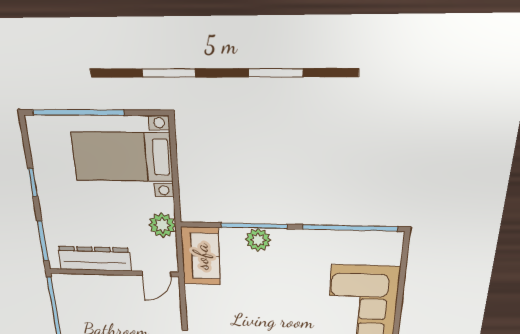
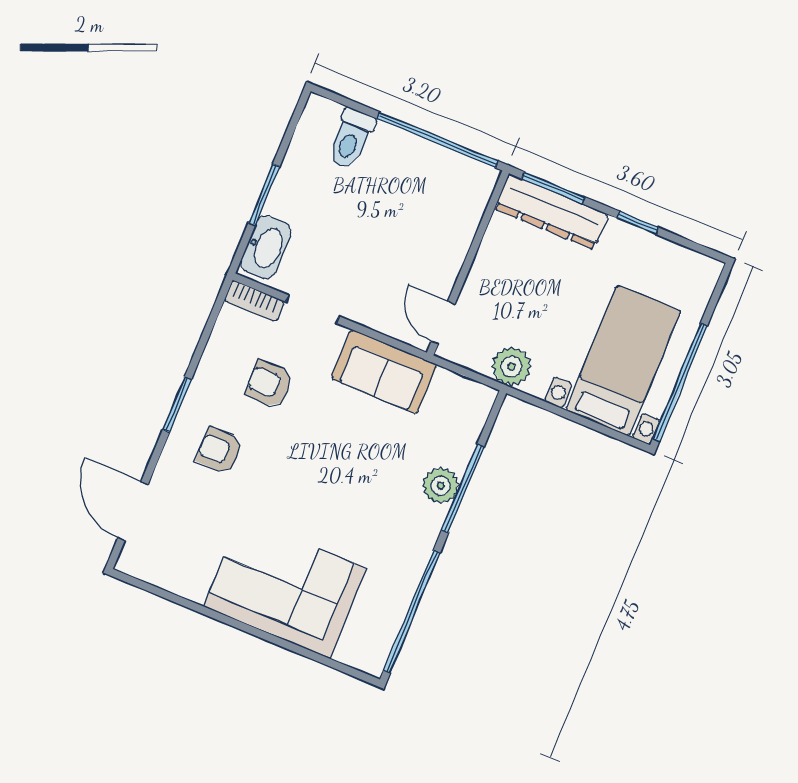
window: (78, 112) -> (680, 382), moved
sofa: (201, 256) -> (384, 372), moved
dresser: (95, 259) -> (551, 212), moved, turned 90

